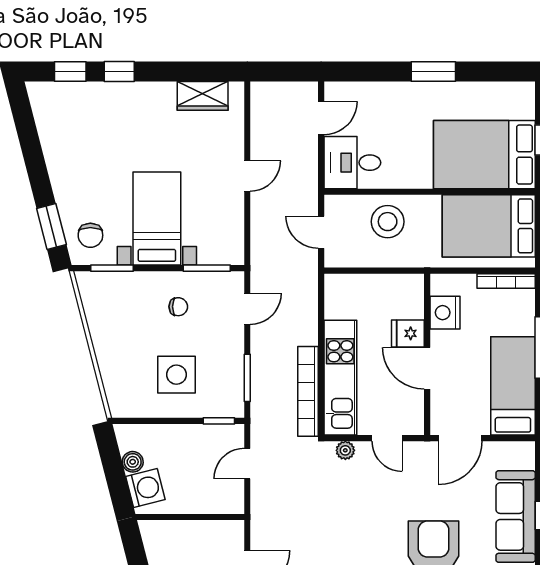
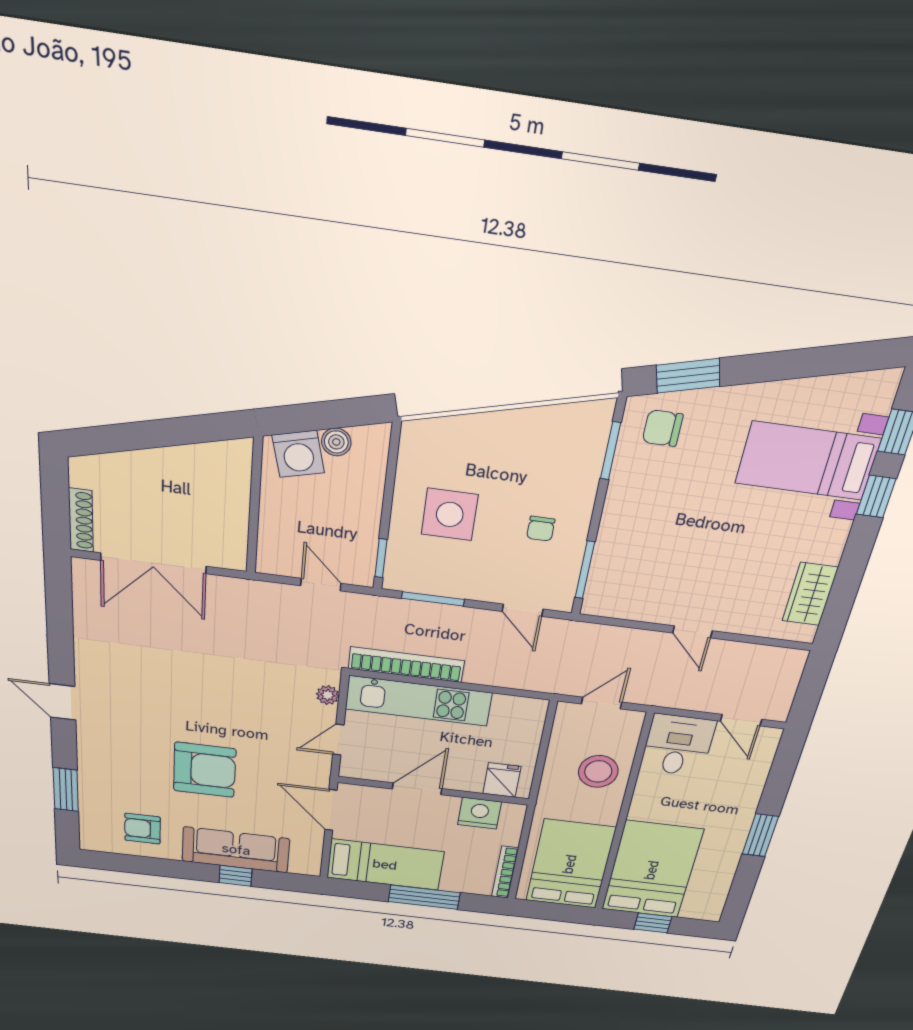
bed with nightstands: (157, 218) -> (808, 461), moved, turned 180
fridge: (408, 333) -> (502, 780), moved

